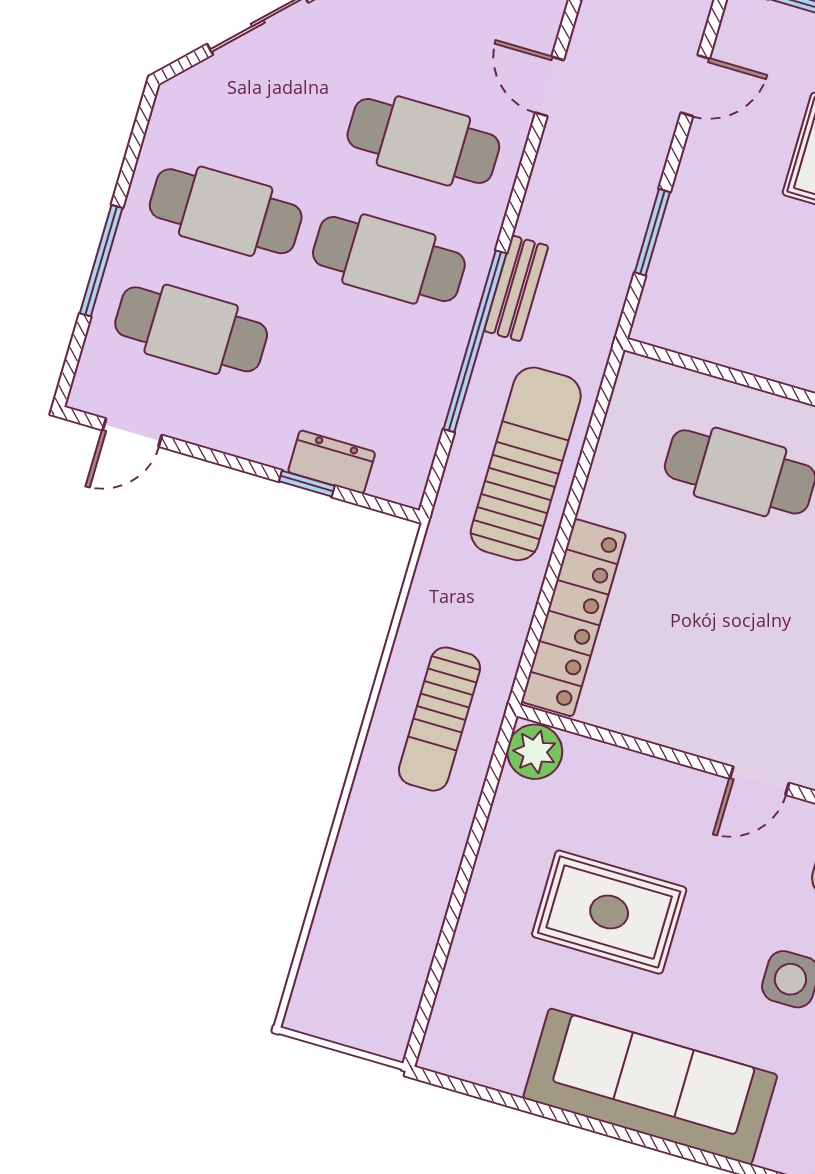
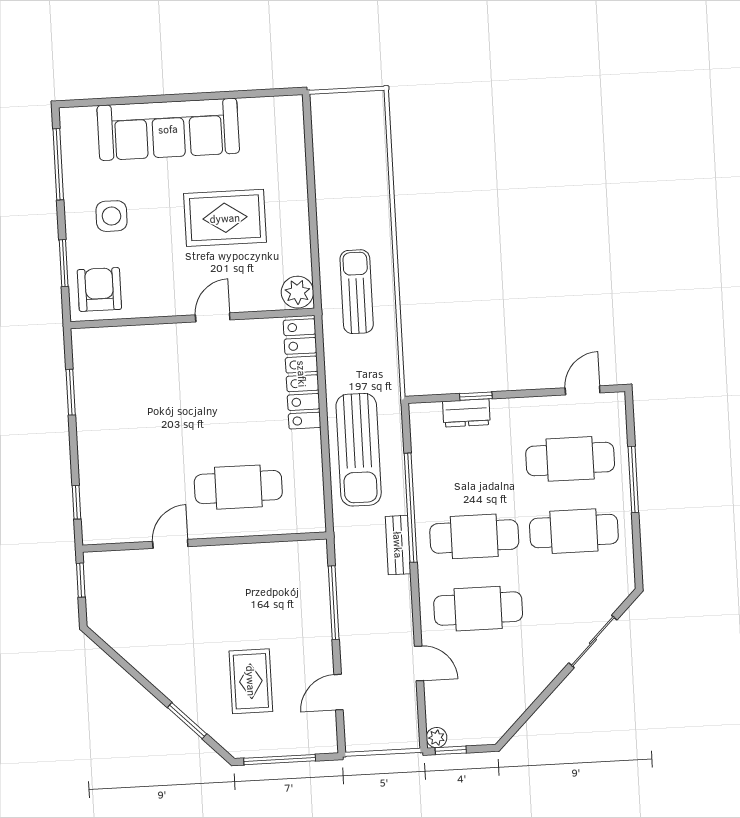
window: (652, 232) -> (334, 603), width x1.44
door: (759, 781) -> (213, 317), moved

